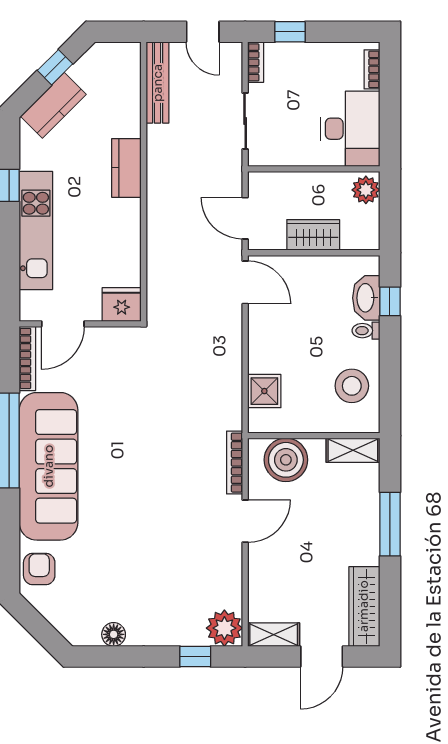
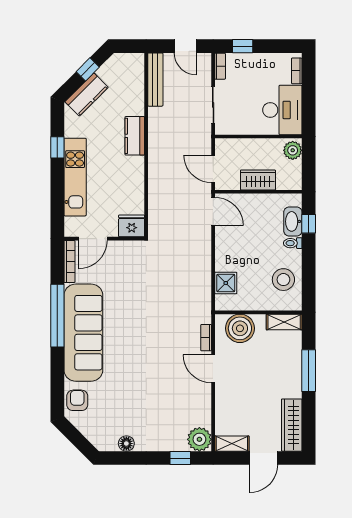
bookcase: (235, 463) -> (206, 338), width x0.64
door: (245, 521) -> (213, 369), swing flipped

